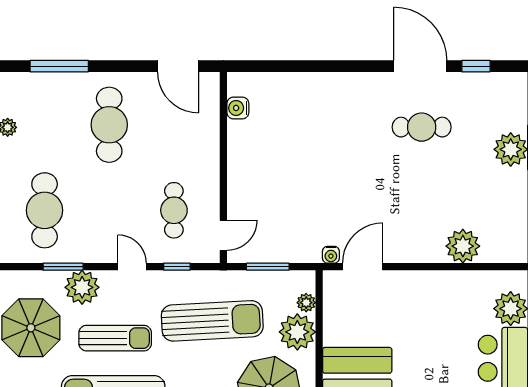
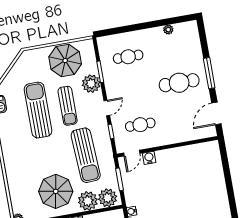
window: (59, 66) -> (209, 73), moved
water cooler: (238, 108) -> (149, 158), moved
cafe table: (45, 210) -> (128, 57), width x0.73, depth x0.74
door: (223, 235) -> (132, 153), hinge flipped
plant: (306, 303) -> (108, 198), width x1.87, depth x1.87

